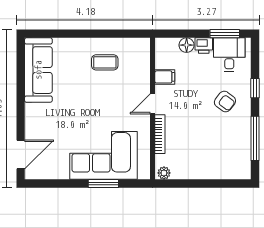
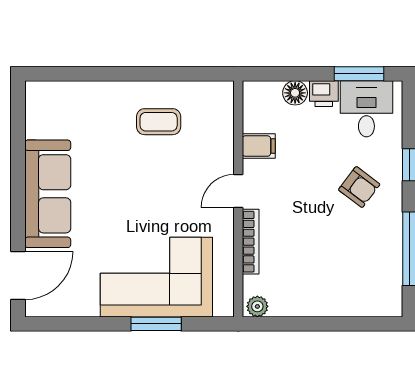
sofa: (38, 70) -> (48, 194), moved

